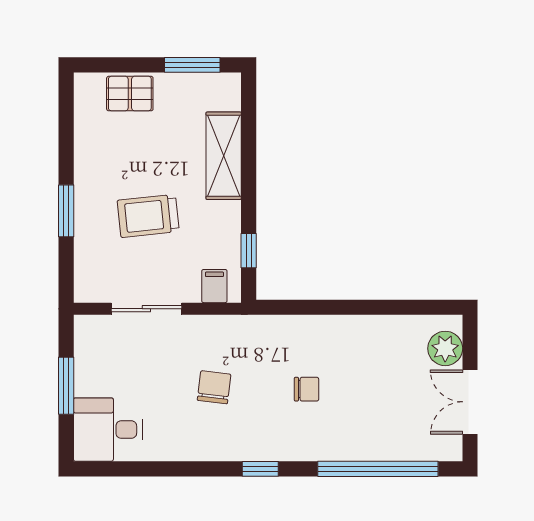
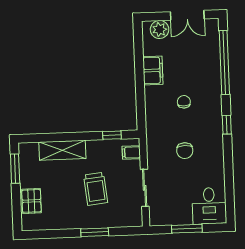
filing cabinet: (368, 333) -> (153, 70), added
chair: (214, 387) -> (185, 151), turned -98

